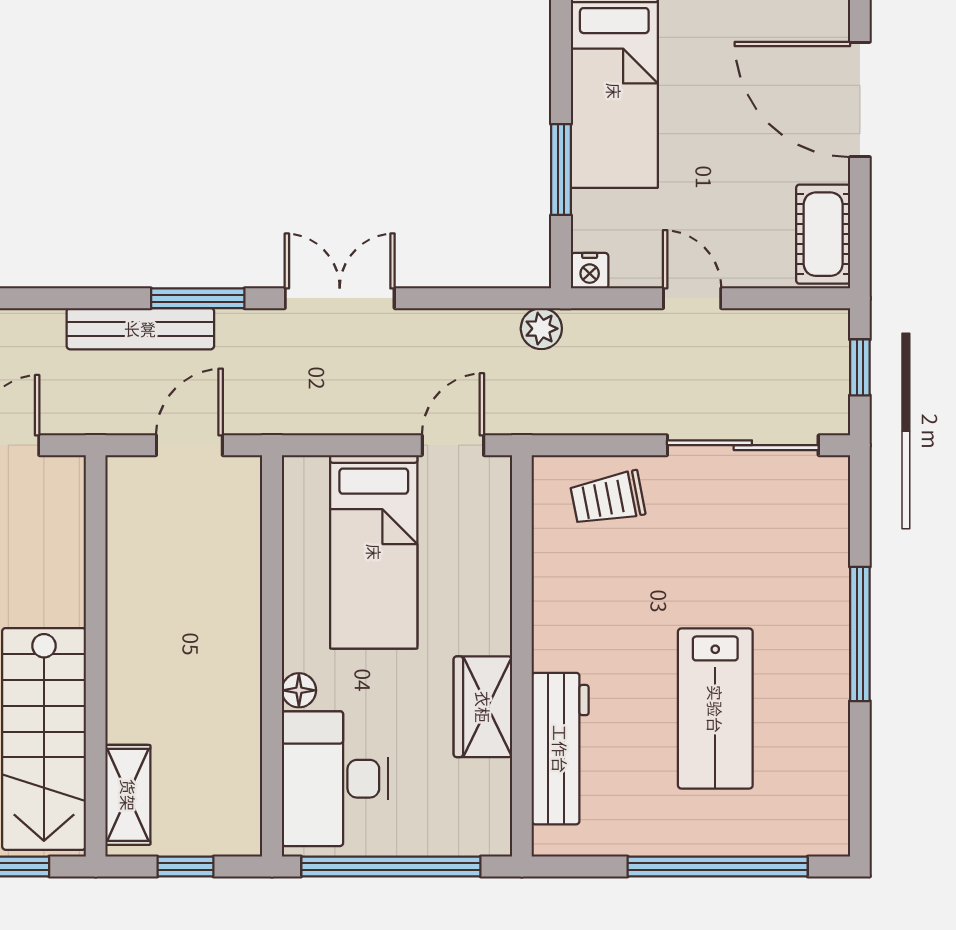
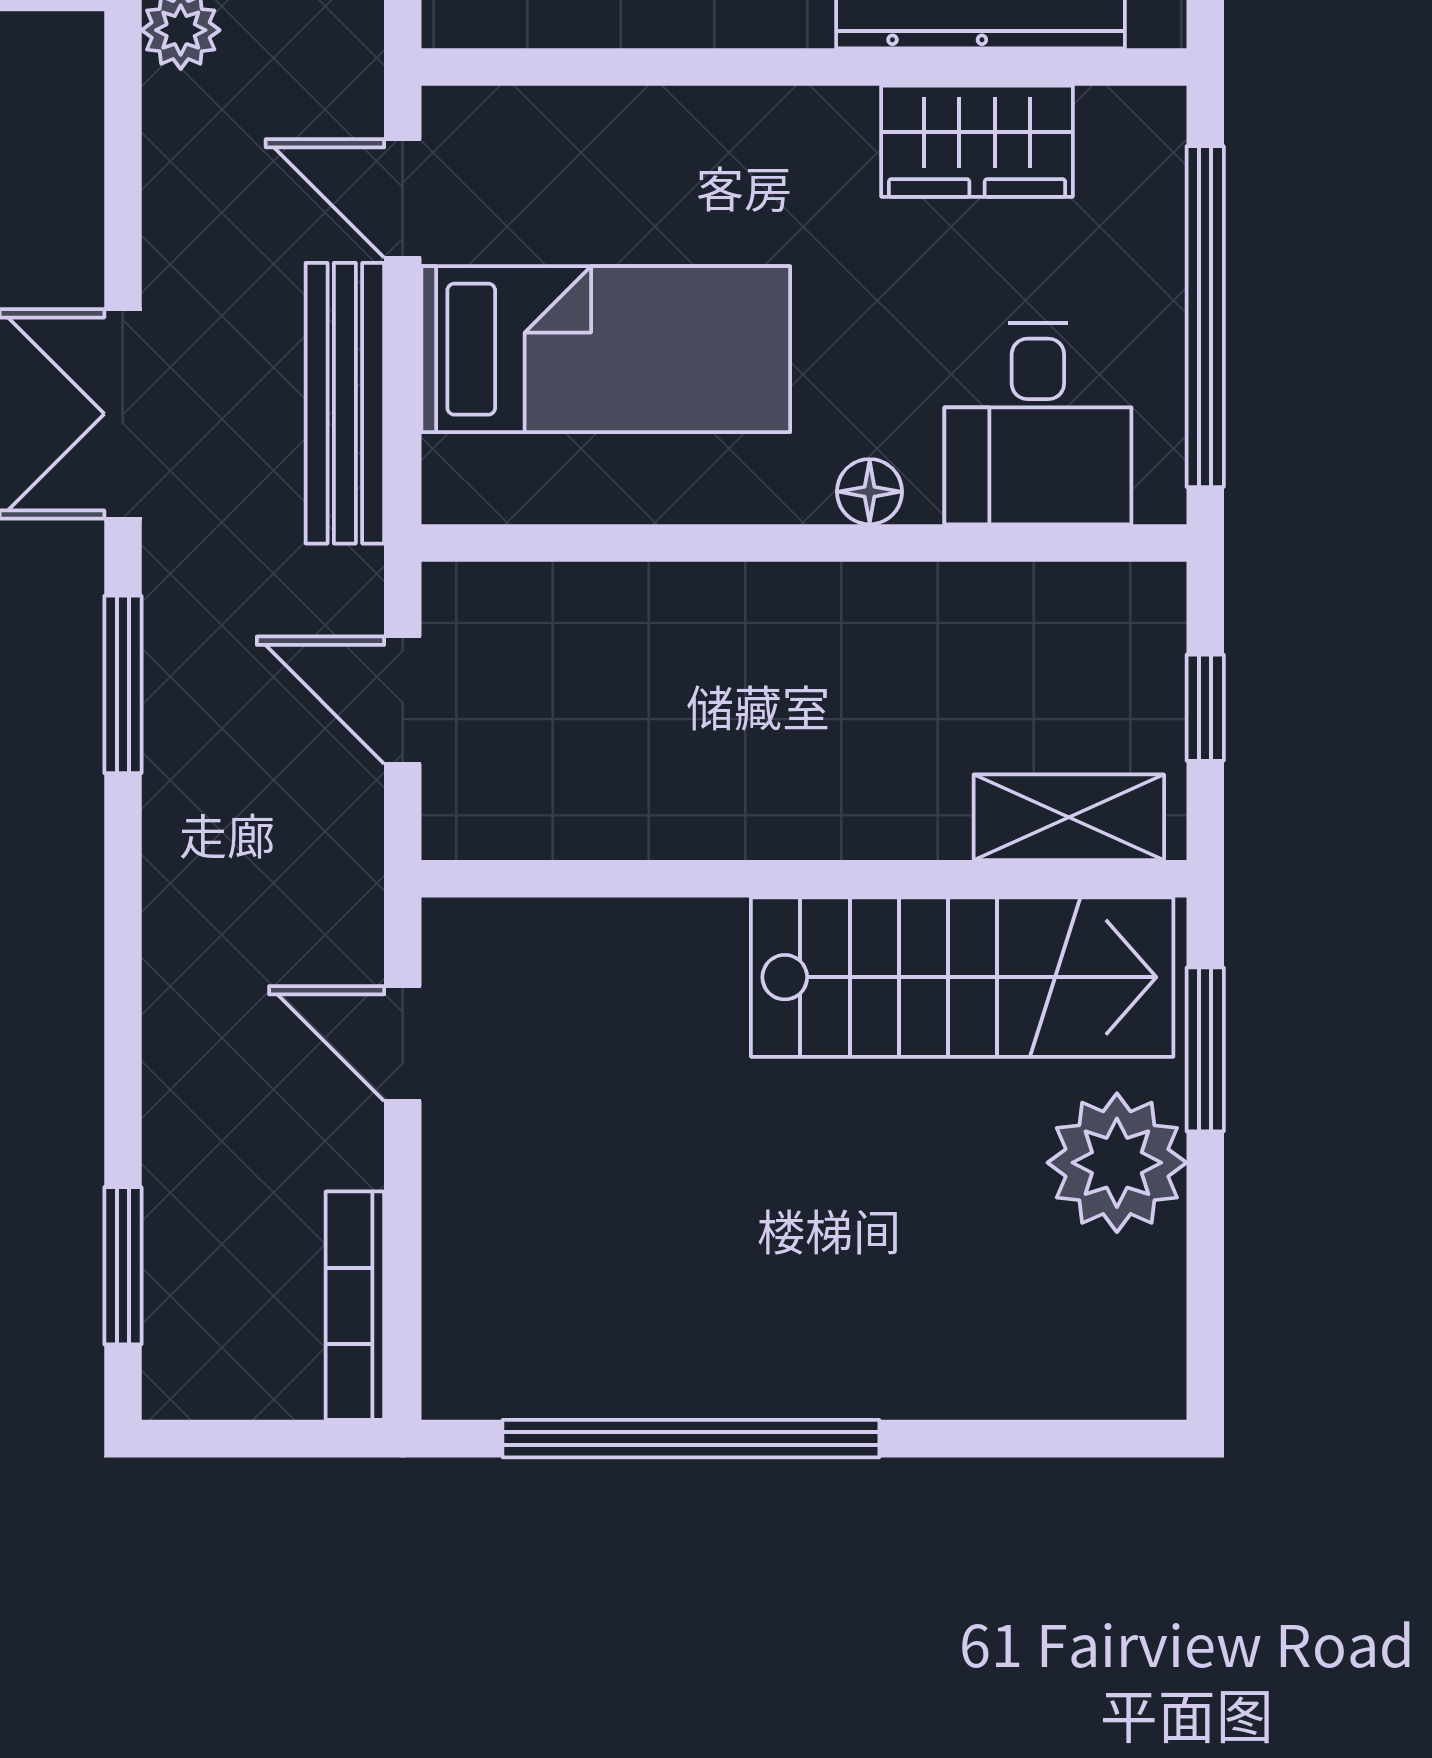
bench: (140, 329) -> (345, 403), moved
wardrobe: (483, 707) -> (977, 141), moved
desk: (335, 779) -> (1038, 423), width x0.73

